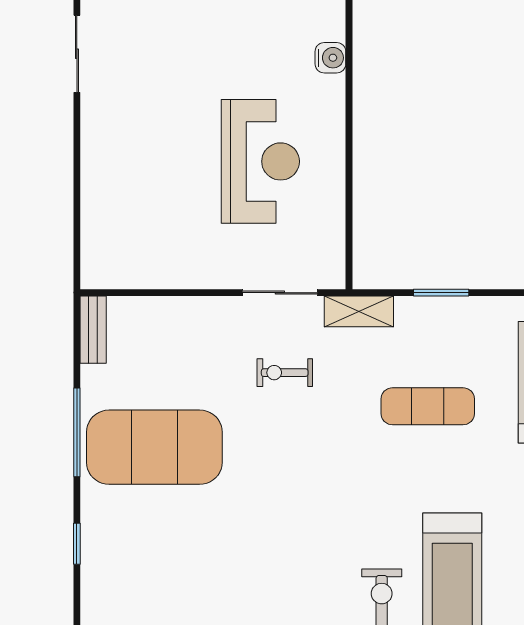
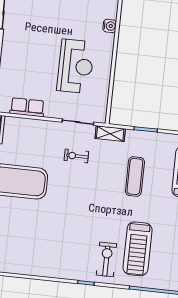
row of seats: (157, 270) -> (27, 107), added
exercise mat: (428, 406) -> (135, 176), turned 90

